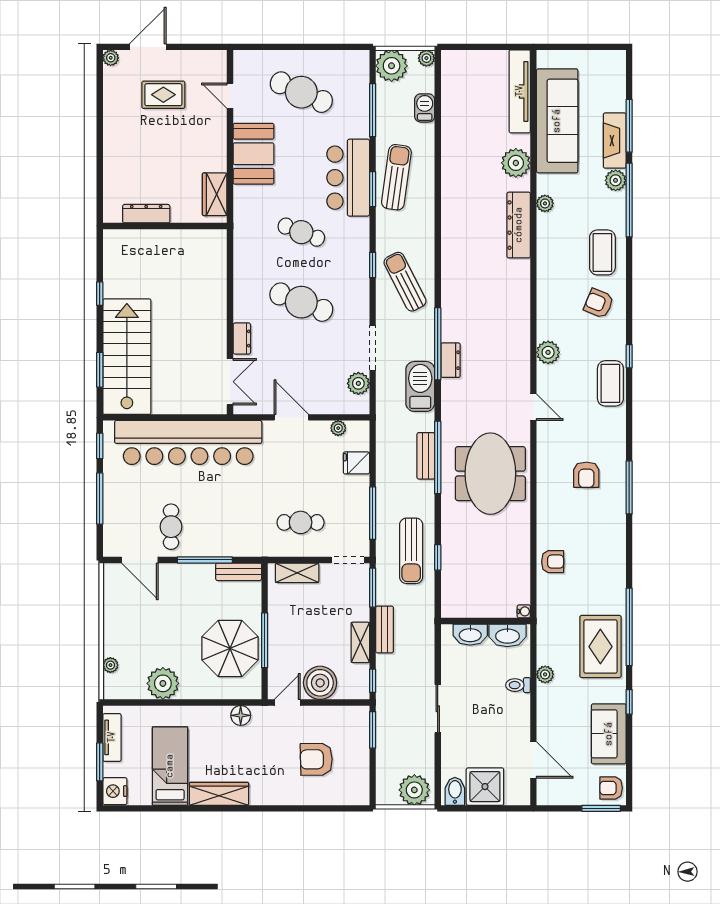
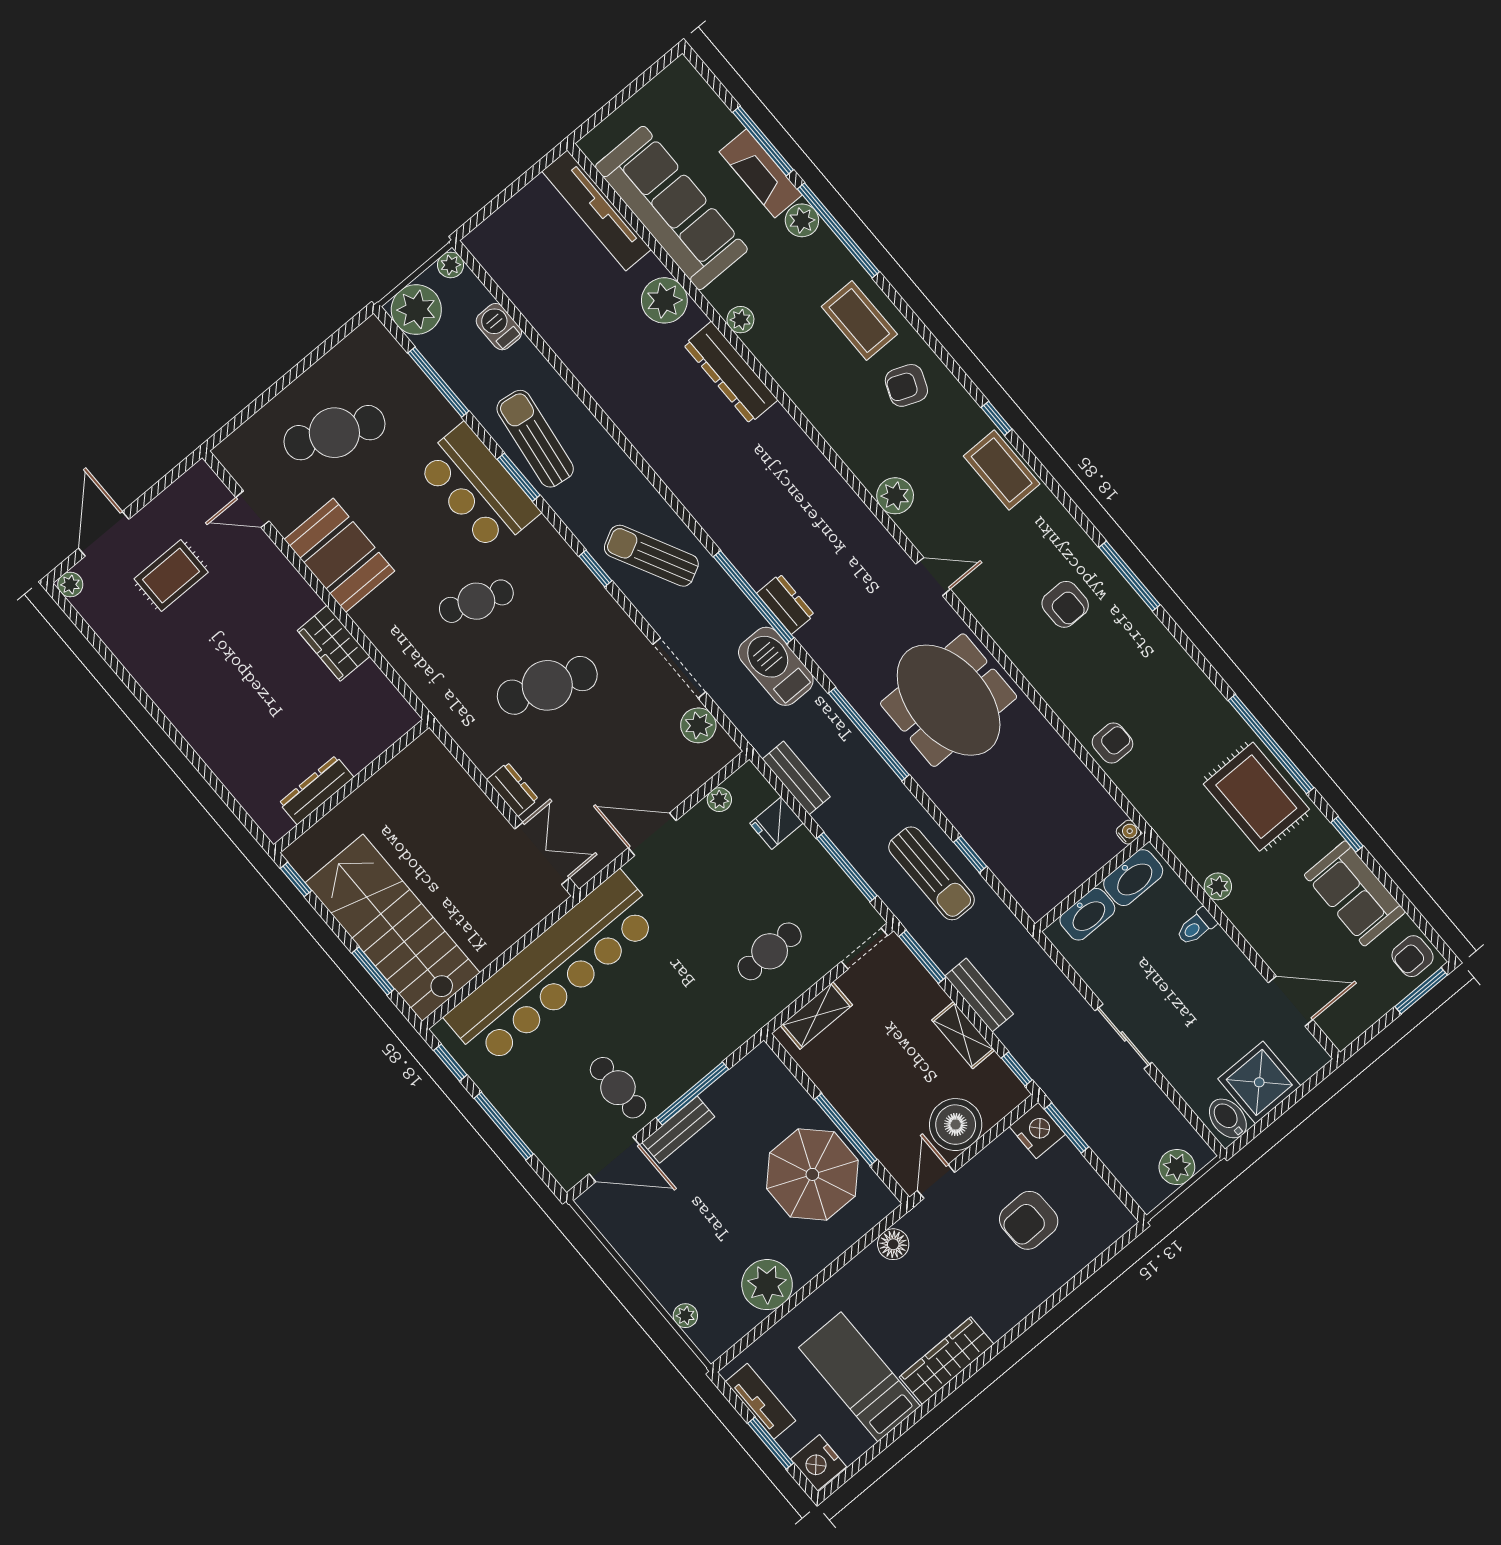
dresser: (146, 214) -> (316, 790), moved
wall: (165, 226) -> (351, 786), moved
bench: (426, 456) -> (796, 778), moved
bench: (239, 572) -> (678, 1130), moved
nightstand: (357, 719) -> (1037, 1130), added
plant: (414, 790) -> (1177, 1167), width x0.73, depth x0.73

